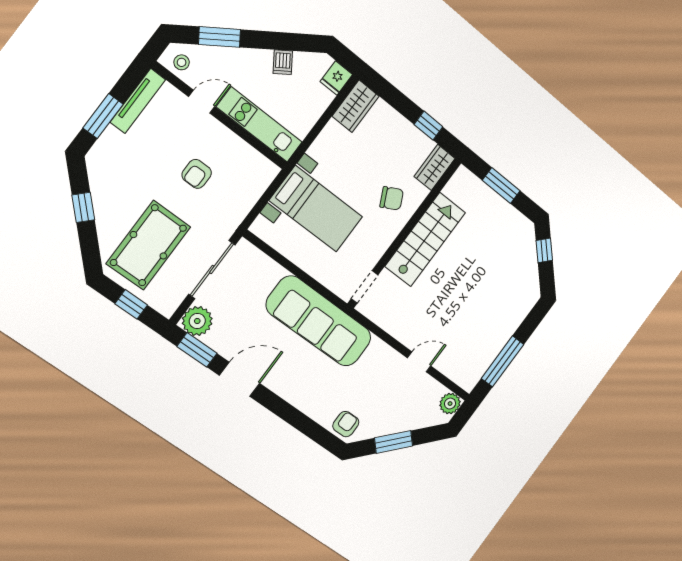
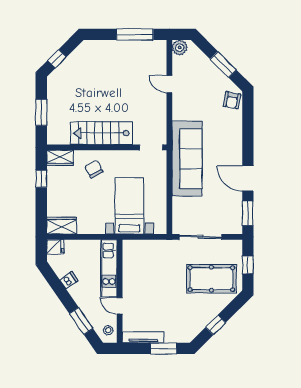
armchair: (197, 174) -> (158, 281), removed
plant: (197, 321) -> (233, 224), removed
armchair: (346, 424) -> (232, 100), turned -80

